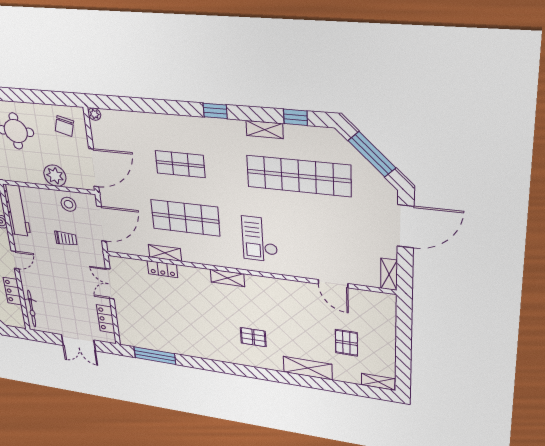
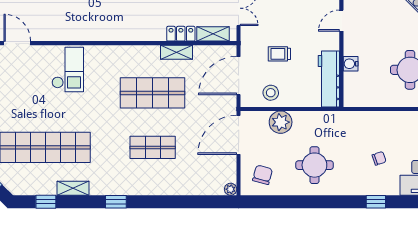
checkout: (260, 239) -> (68, 69), moved
shelving: (227, 278) -> (213, 34), moved

